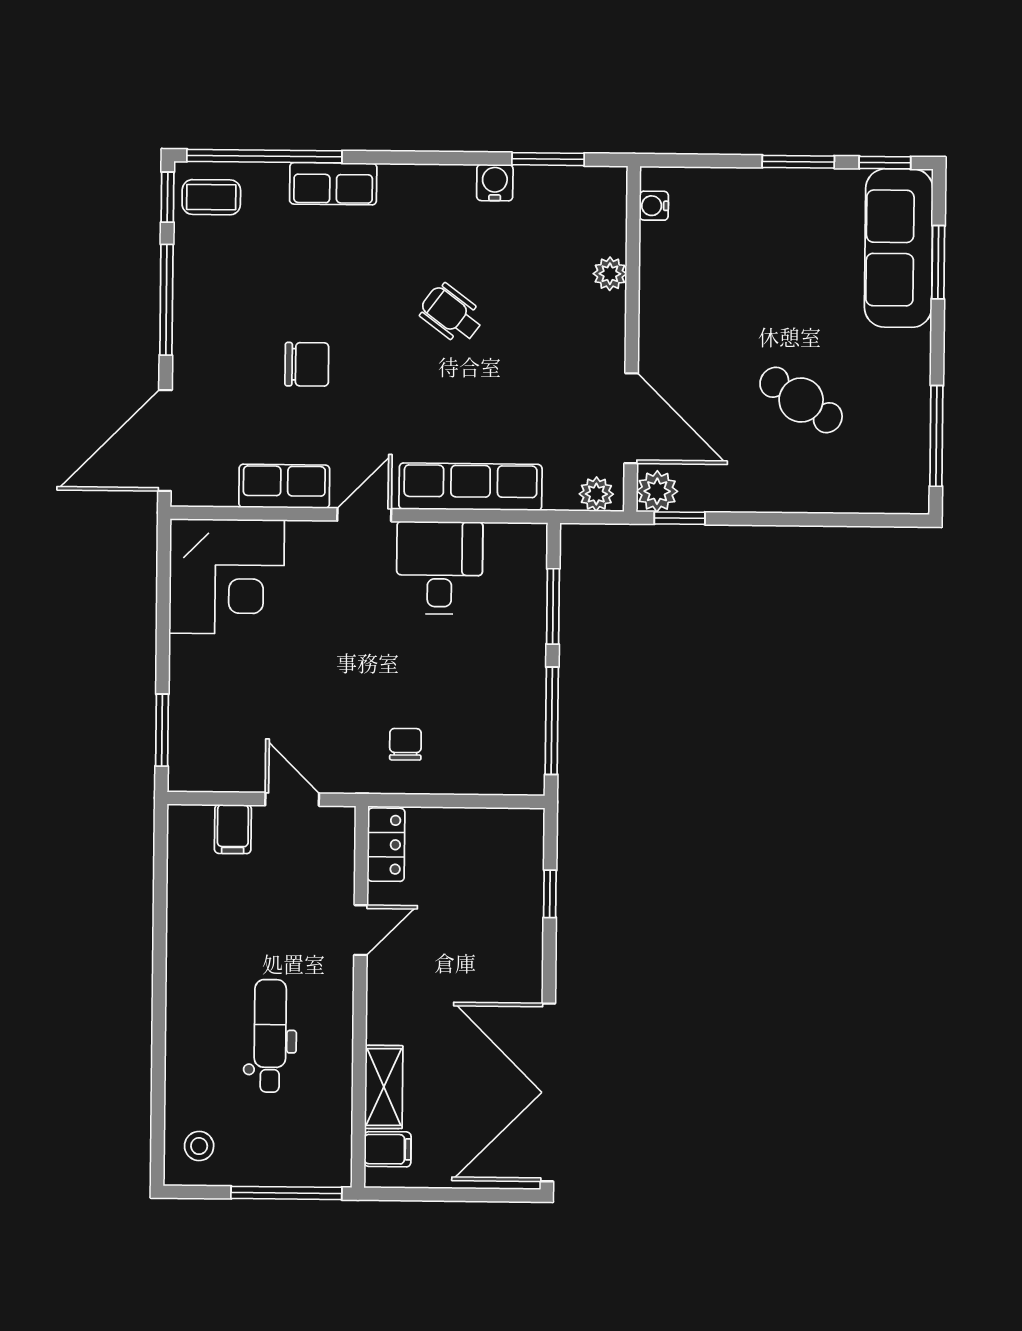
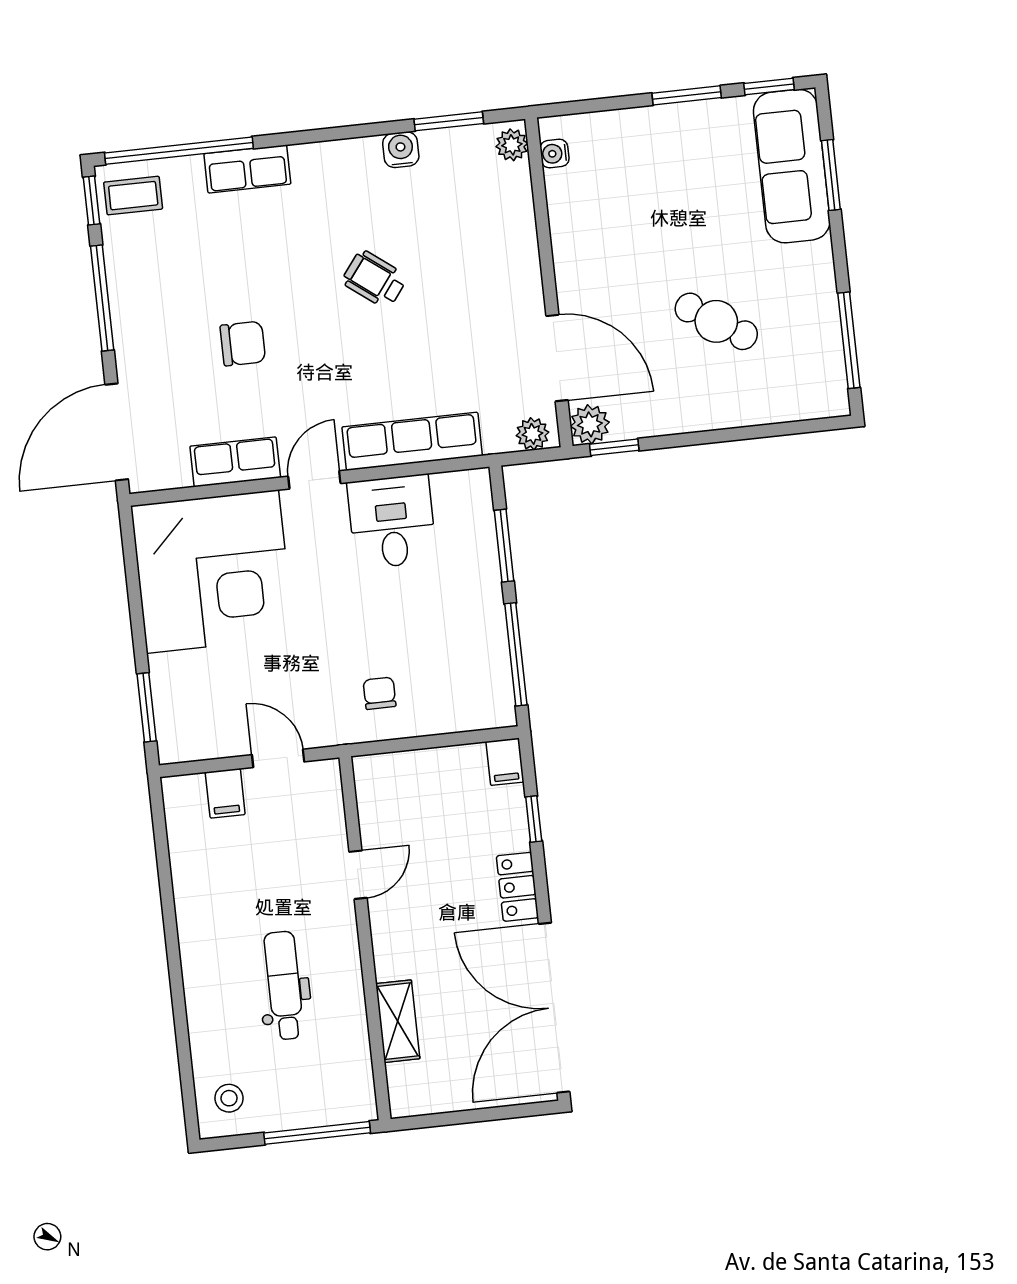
plant: (610, 274) -> (512, 145), moved
corner desk: (227, 577) -> (212, 572), width x1.36, depth x1.36
locker: (386, 845) -> (517, 887), moved, turned 180
filing cabinet: (388, 1149) -> (505, 762), moved, turned 90

